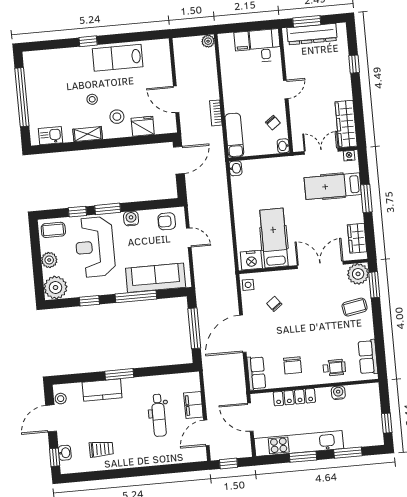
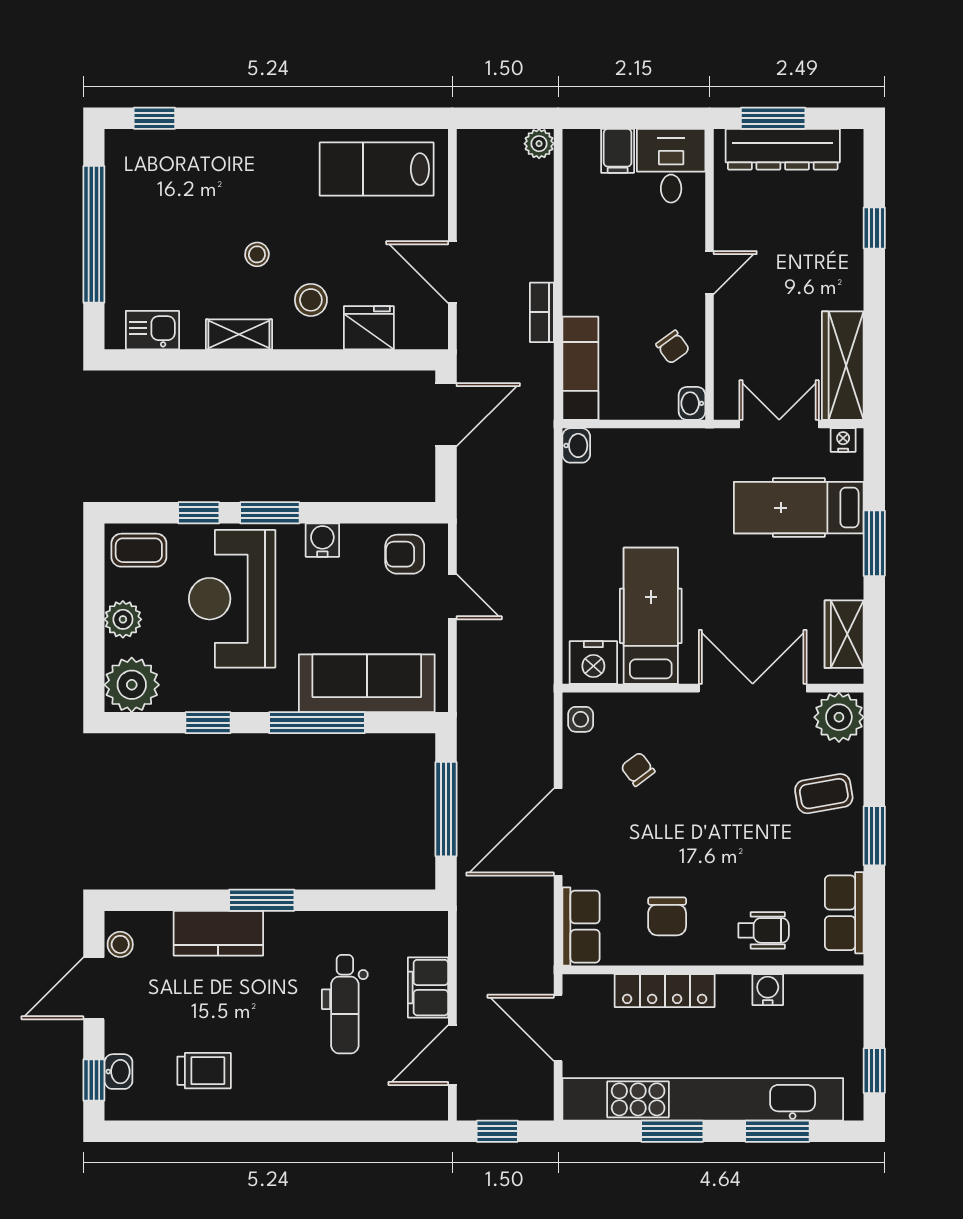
window: (88, 41) -> (154, 118), moved
lab bench: (118, 58) -> (377, 169), moved
window: (374, 285) -> (874, 836), moved
kitchen unit: (299, 443) -> (703, 1099), width x1.36

